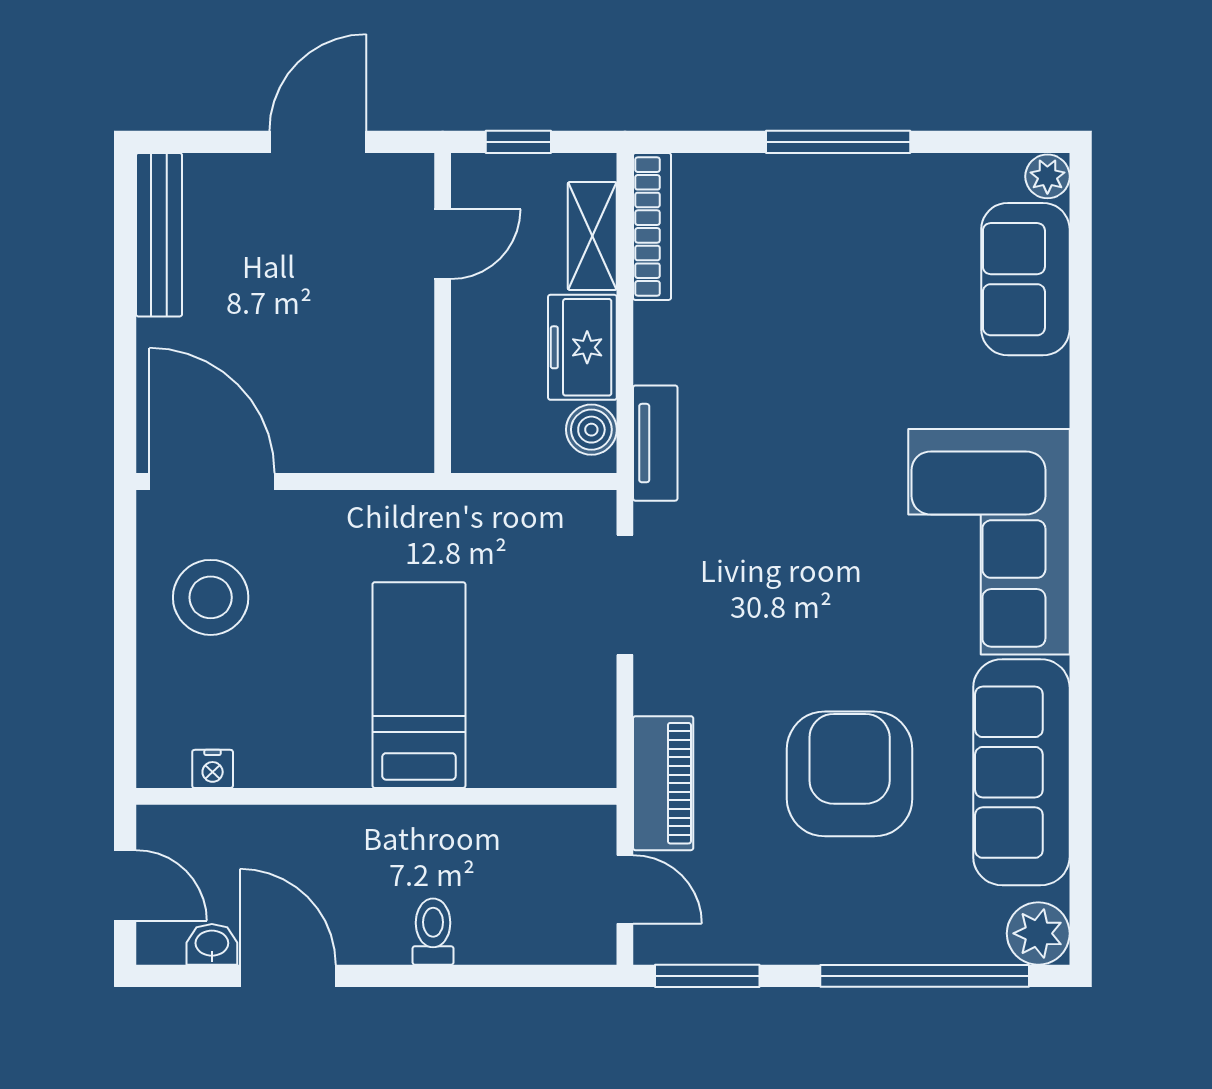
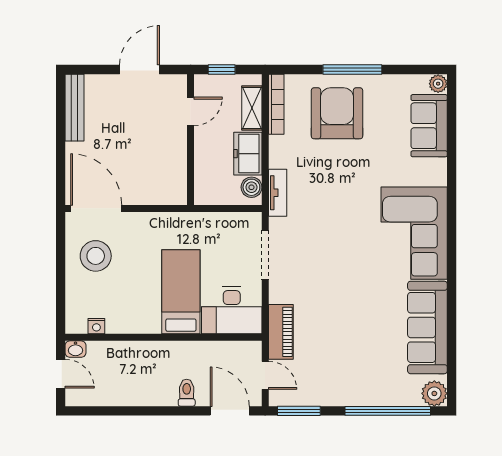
desk: (543, 730) -> (232, 310), added
armchair: (850, 774) -> (337, 113), moved
washbasin: (212, 944) -> (76, 349), moved, turned 180
door: (288, 976) -> (230, 411), moved

